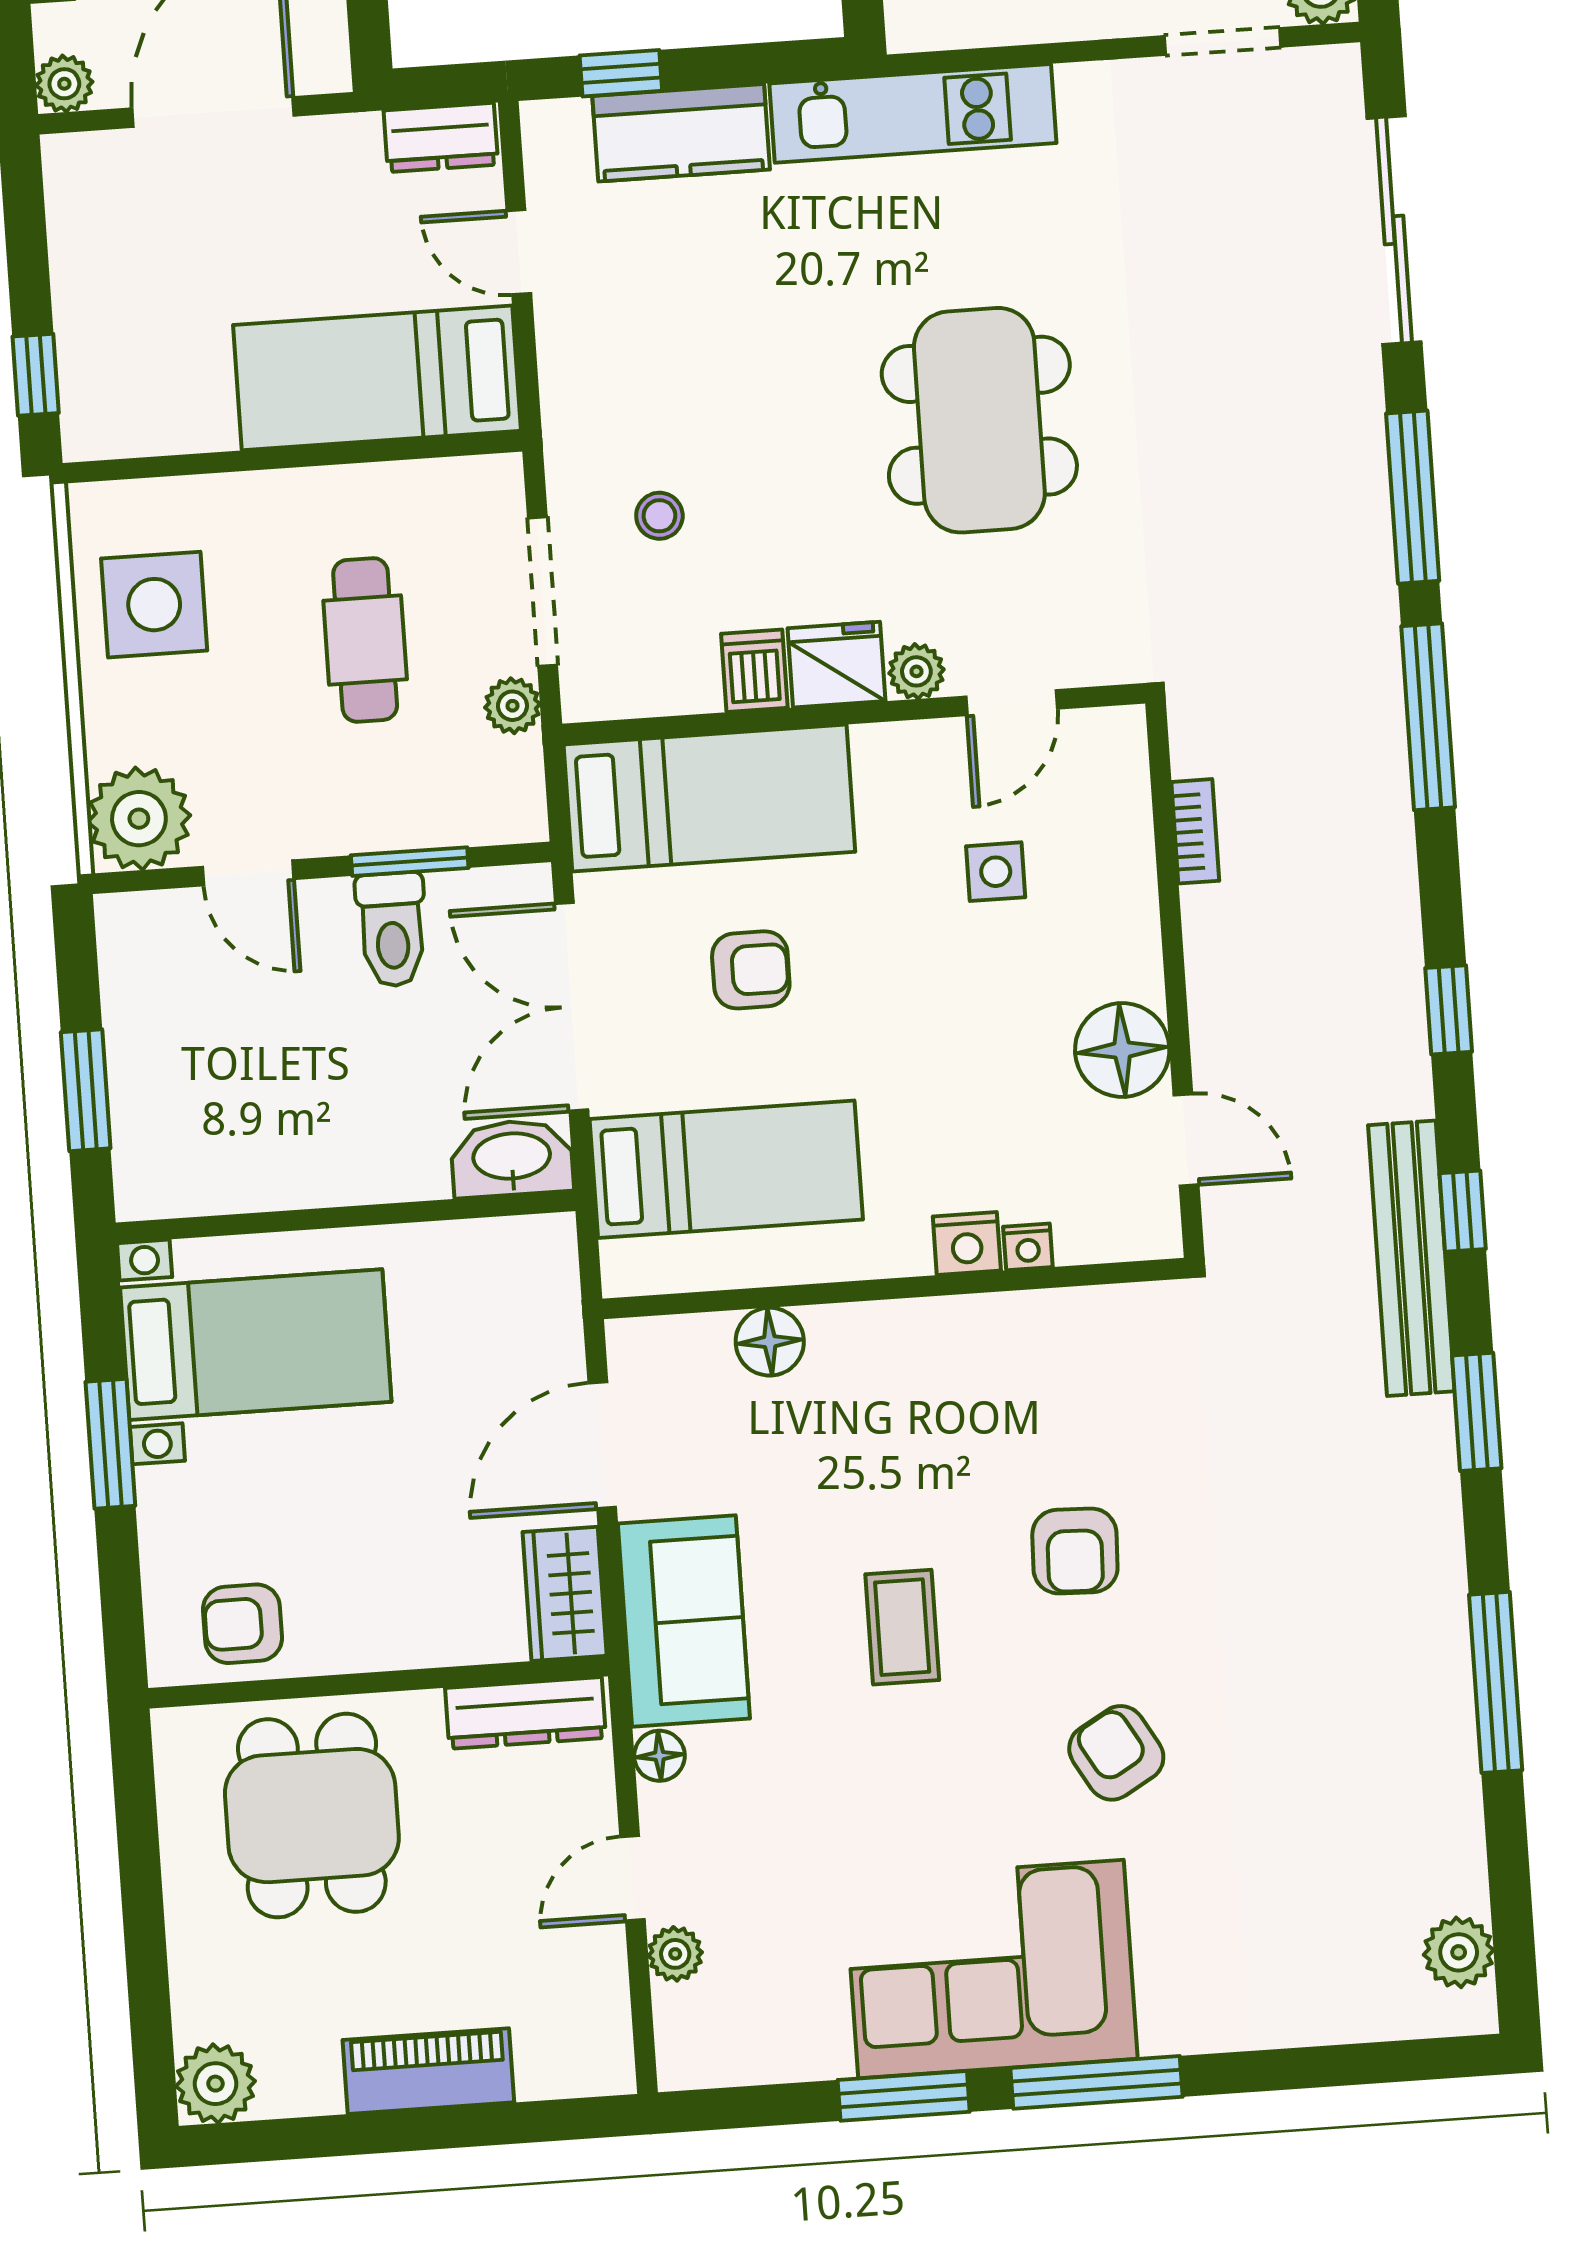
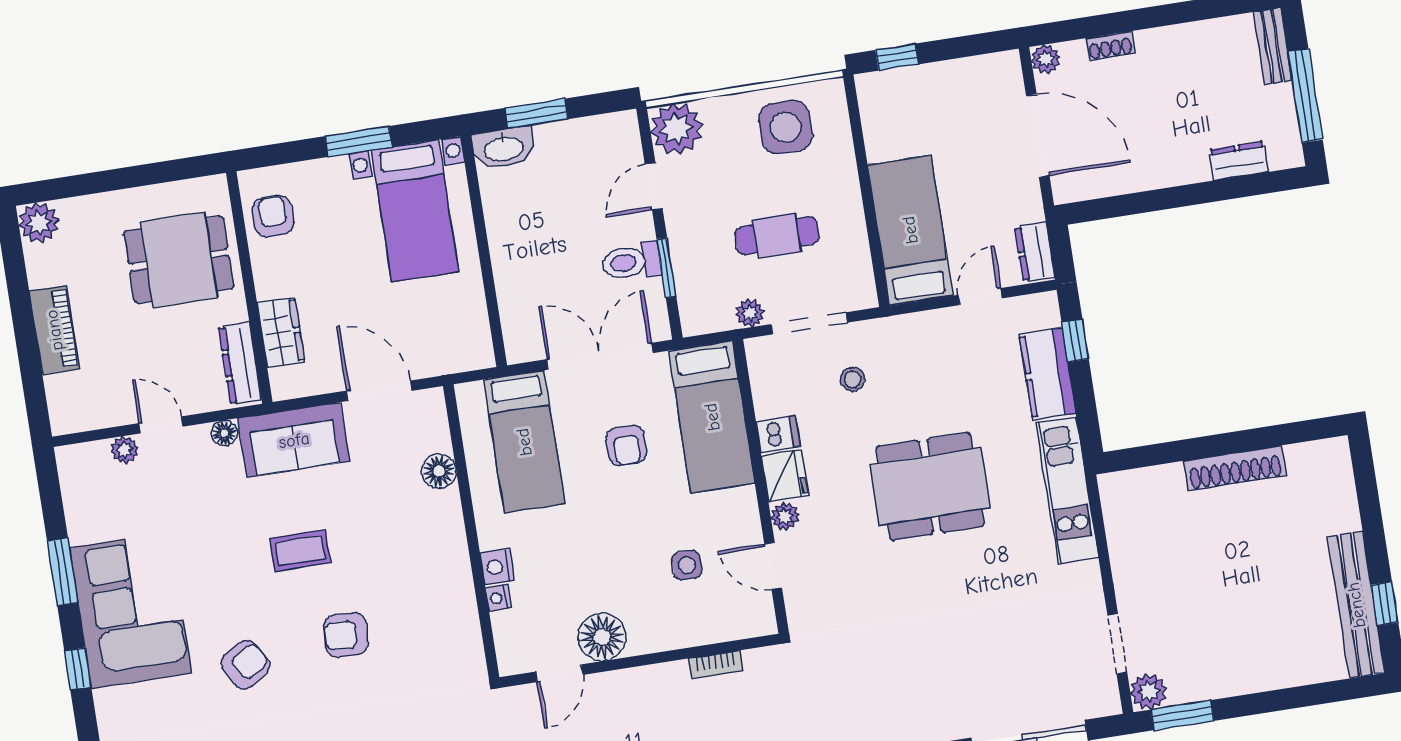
dining table: (979, 420) -> (930, 486), moved
washbasin: (512, 1158) -> (504, 148), moved, turned 90
wardrobe: (565, 1594) -> (281, 333), moved, turned 90
window: (1096, 2082) -> (78, 669), width x0.46

